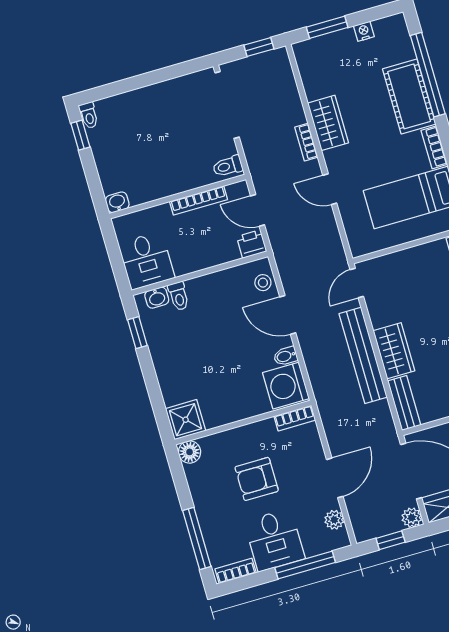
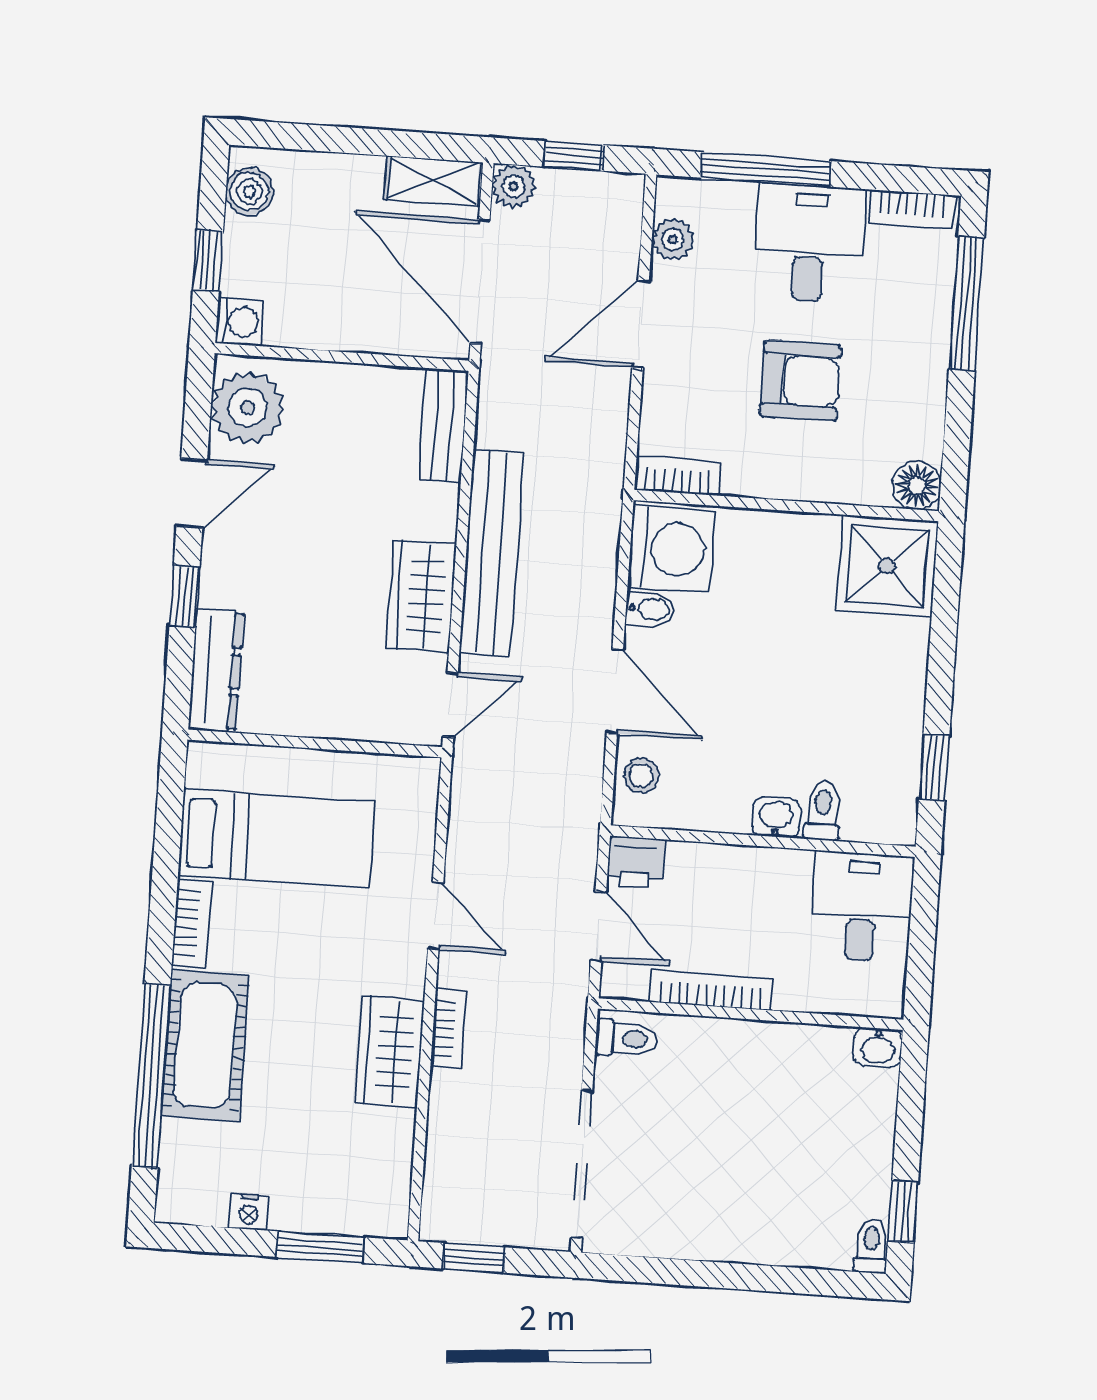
washbasin: (157, 298) -> (776, 817), moved
wardrobe: (394, 351) -> (421, 596), moved
shower: (186, 420) -> (887, 566), width x1.36, depth x1.36

